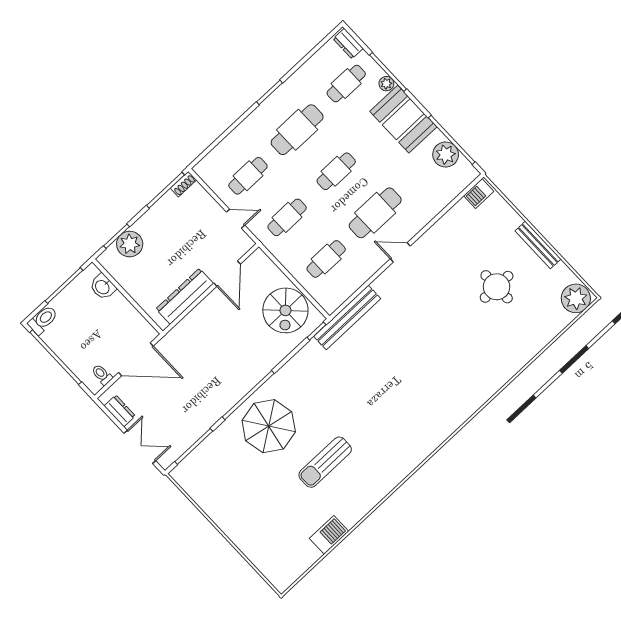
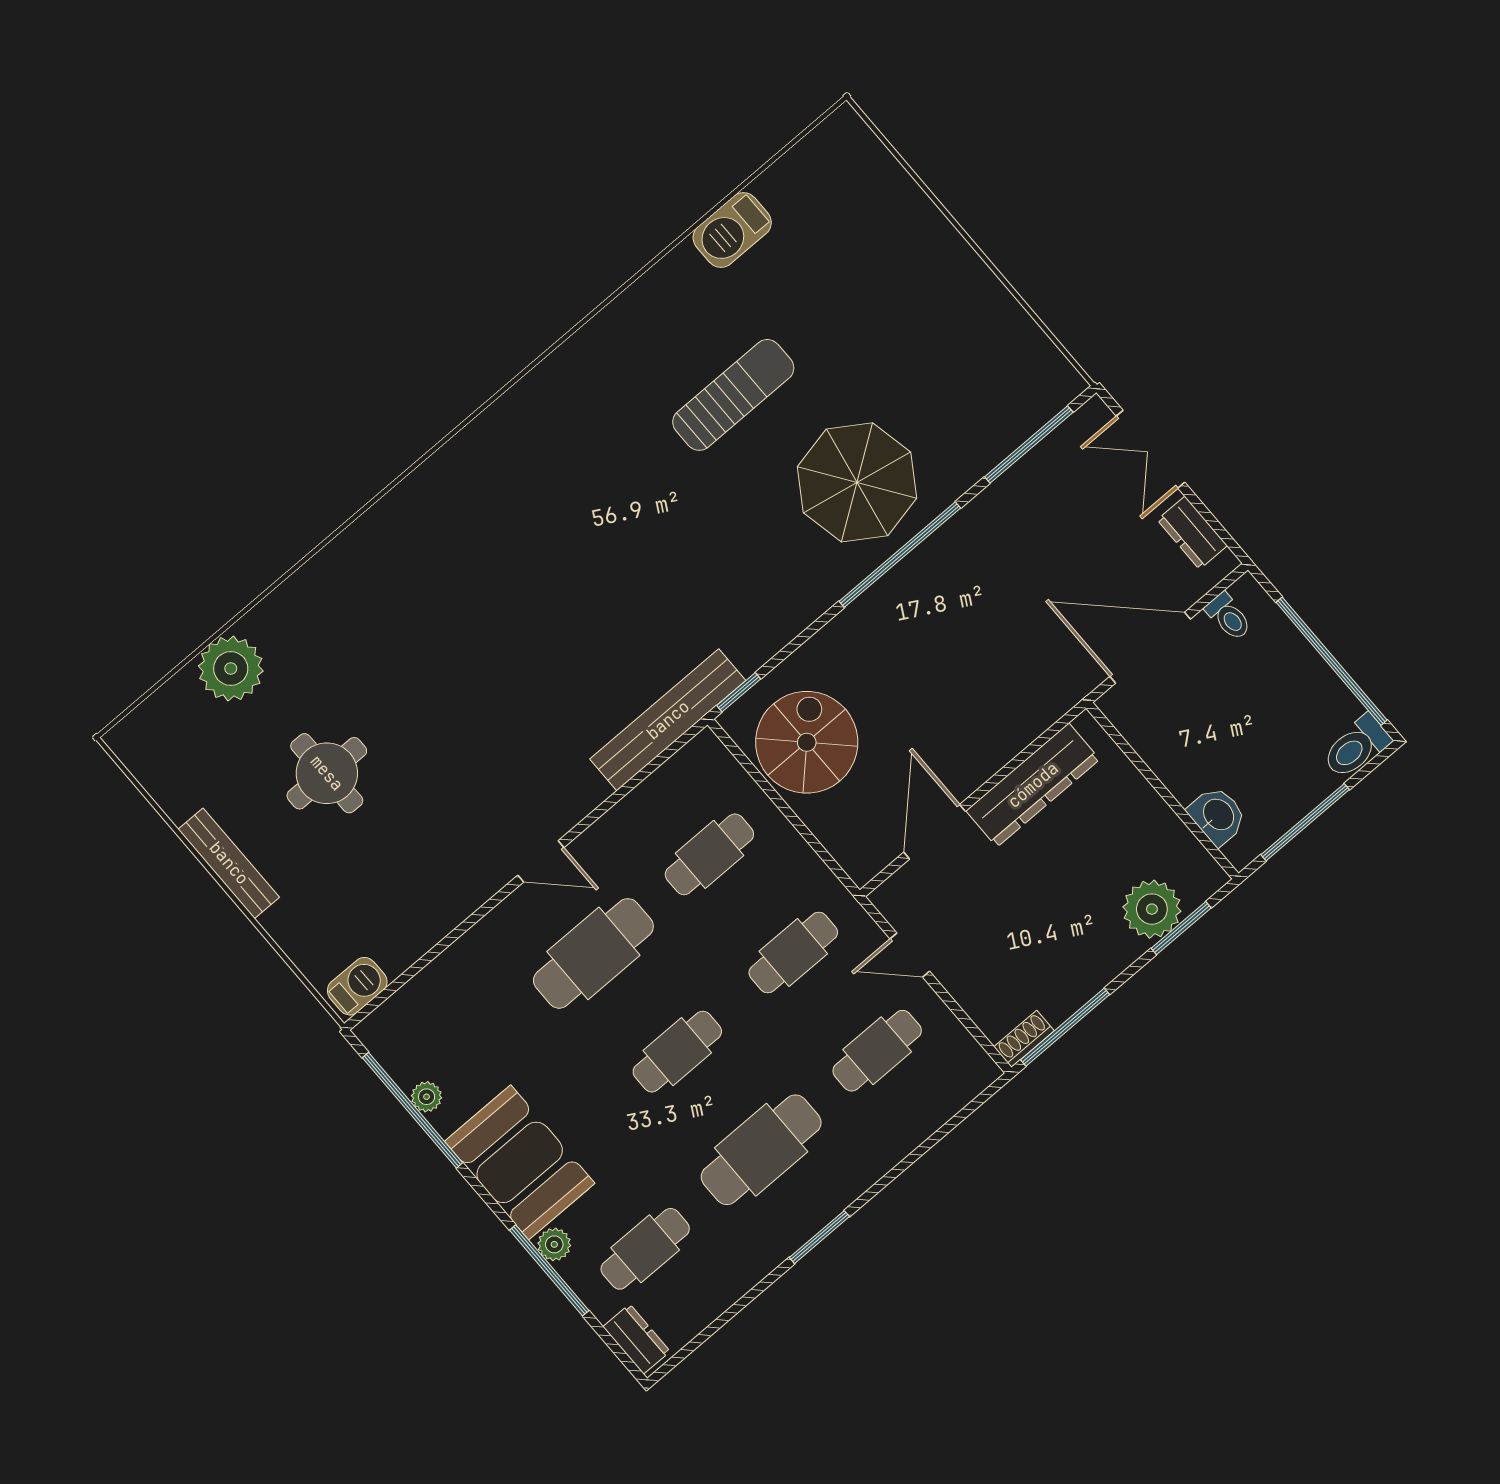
plant: (446, 155) -> (427, 1097), width x0.53, depth x0.53
plant: (576, 298) -> (231, 669), moved

